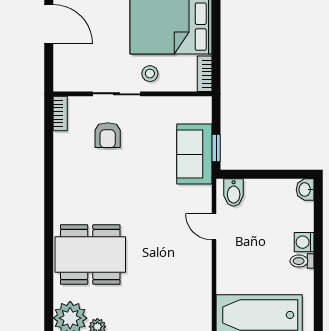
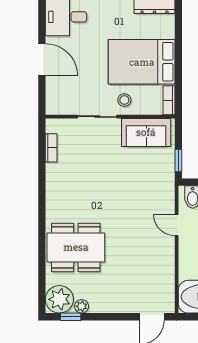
bookcase: (60, 113) -> (51, 148), moved
armchair: (108, 135) -> (90, 150), removed
sofa: (194, 154) -> (146, 132), moved, turned -90

